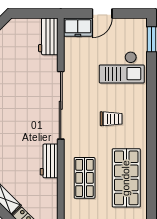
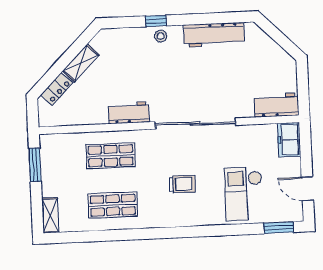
door: (102, 13) -> (307, 189), moved
trolley: (111, 119) -> (182, 184), turned -89
shop shelf: (126, 178) -> (113, 205), width x0.70, depth x0.74

